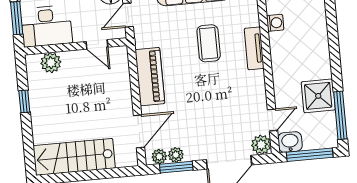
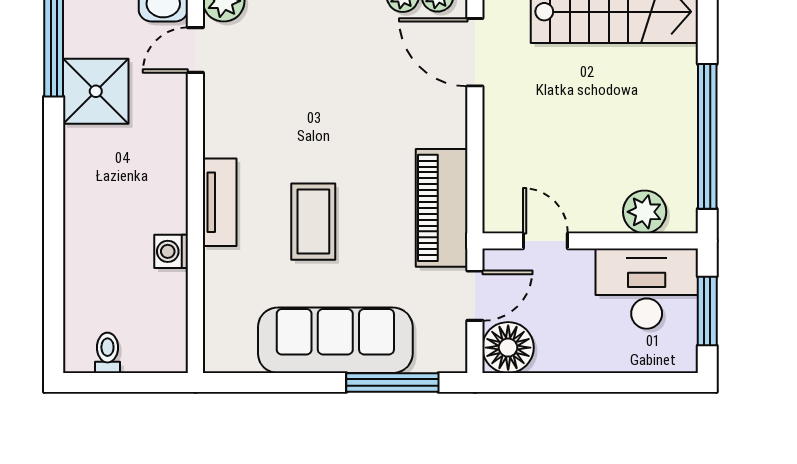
piano: (150, 77) -> (442, 208), moved
window: (24, 101) -> (707, 136), width x3.17
door: (139, 131) -> (475, 52), hinge flipped

